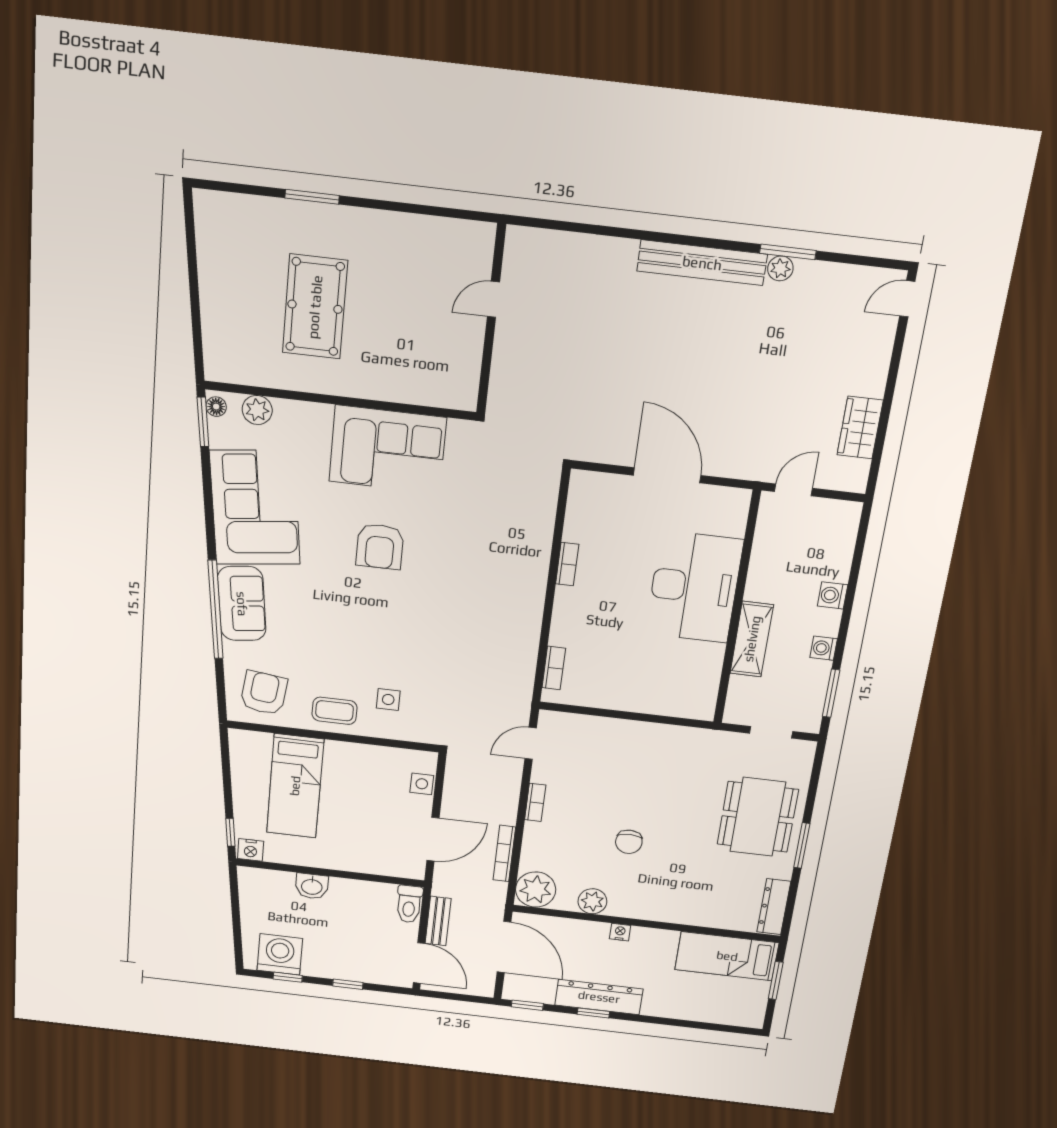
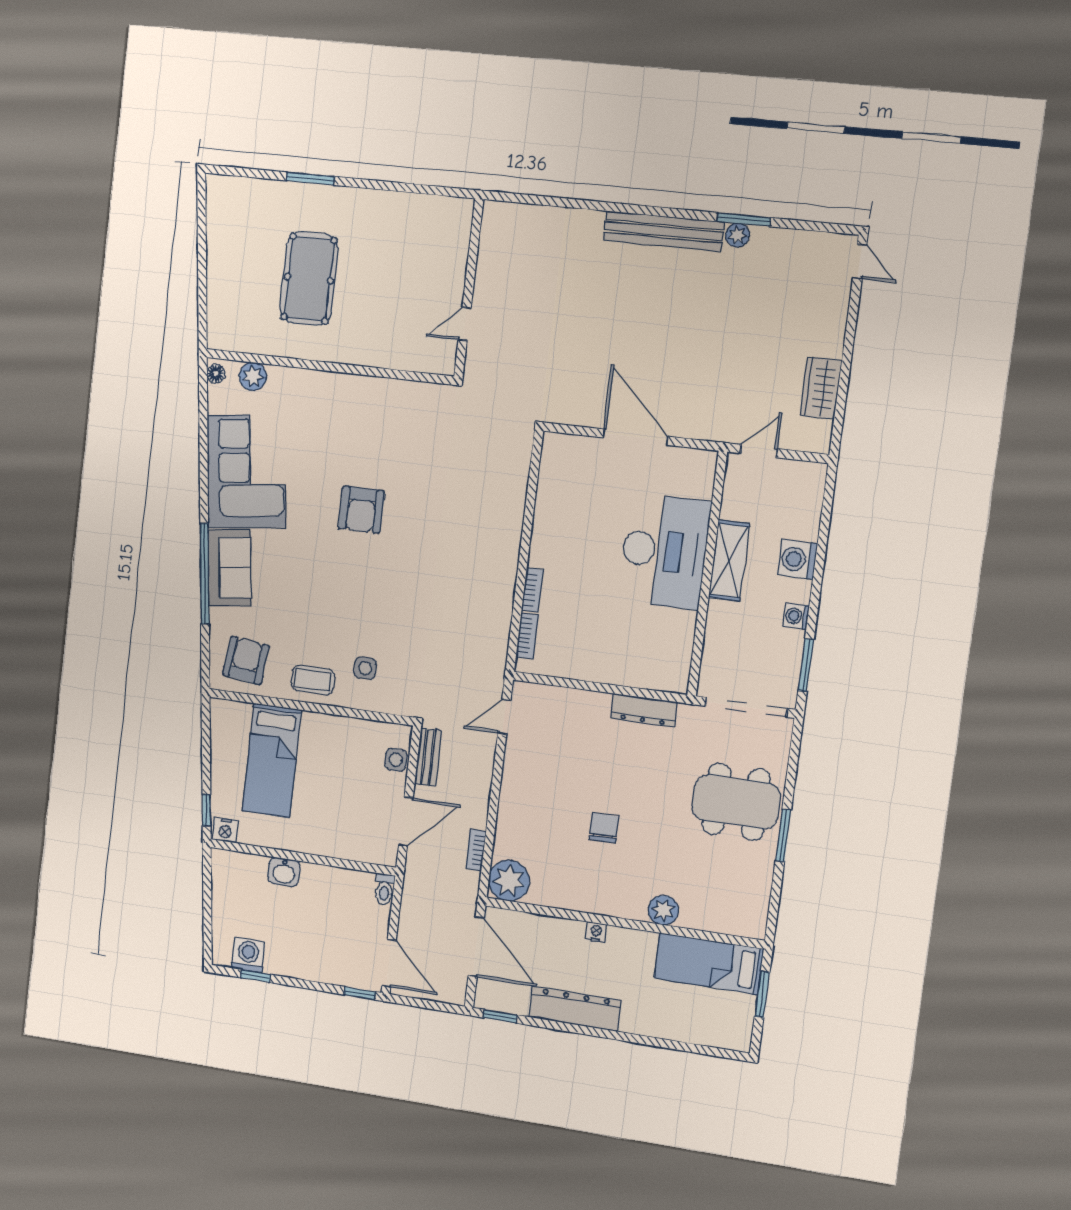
door: (493, 299) -> (465, 324), moved
door: (907, 299) -> (860, 262), swing flipped
window: (203, 422) -> (203, 388), removed
corner sofa: (388, 450) -> (371, 414), removed
bookcase: (567, 564) -> (532, 590), moved
washing machine: (833, 595) -> (797, 559), width x1.38, depth x1.38
shelving: (752, 639) -> (729, 561), moved
doorway: (771, 732) -> (746, 707), width x1.88
bookcase: (535, 802) -> (509, 782), removed
dining table: (758, 817) -> (736, 802), turned 90
chair: (629, 842) -> (604, 828), turned 180
bookcase: (504, 853) -> (476, 850), width x0.64
plant: (592, 901) -> (663, 910), moved
toilet: (409, 904) -> (384, 889), width x0.73, depth x0.72
dresser: (774, 907) -> (644, 710), moved, turned -90
bench: (438, 921) -> (428, 757), moved
washing machine: (280, 954) -> (248, 955), width x0.73, depth x0.73
window: (348, 984) -> (360, 993), moved
window: (593, 1013) -> (569, 1028), removed

